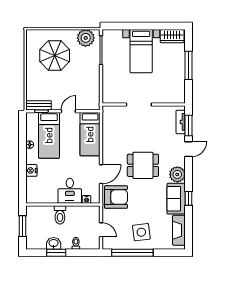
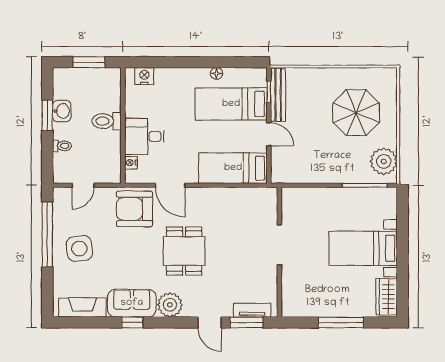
bench: (39, 105) -> (278, 95), width x1.36
nightstand: (31, 170) -> (144, 76), moved
armchair: (116, 197) -> (134, 209), turned 90

